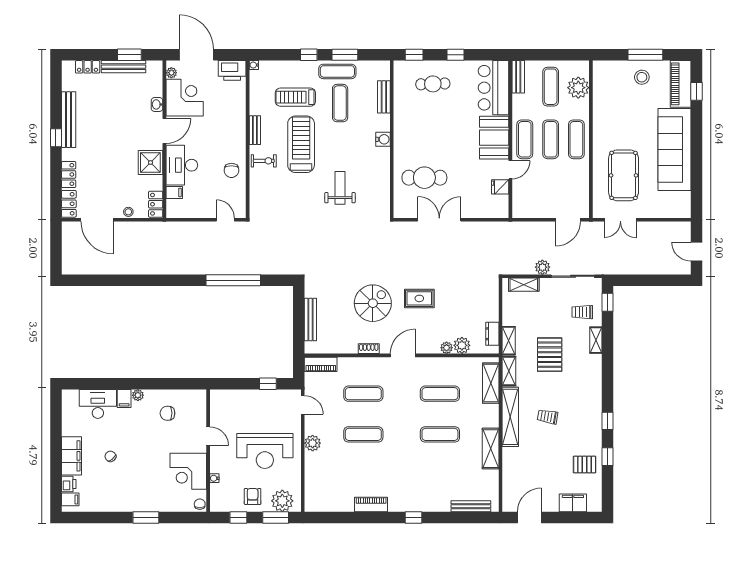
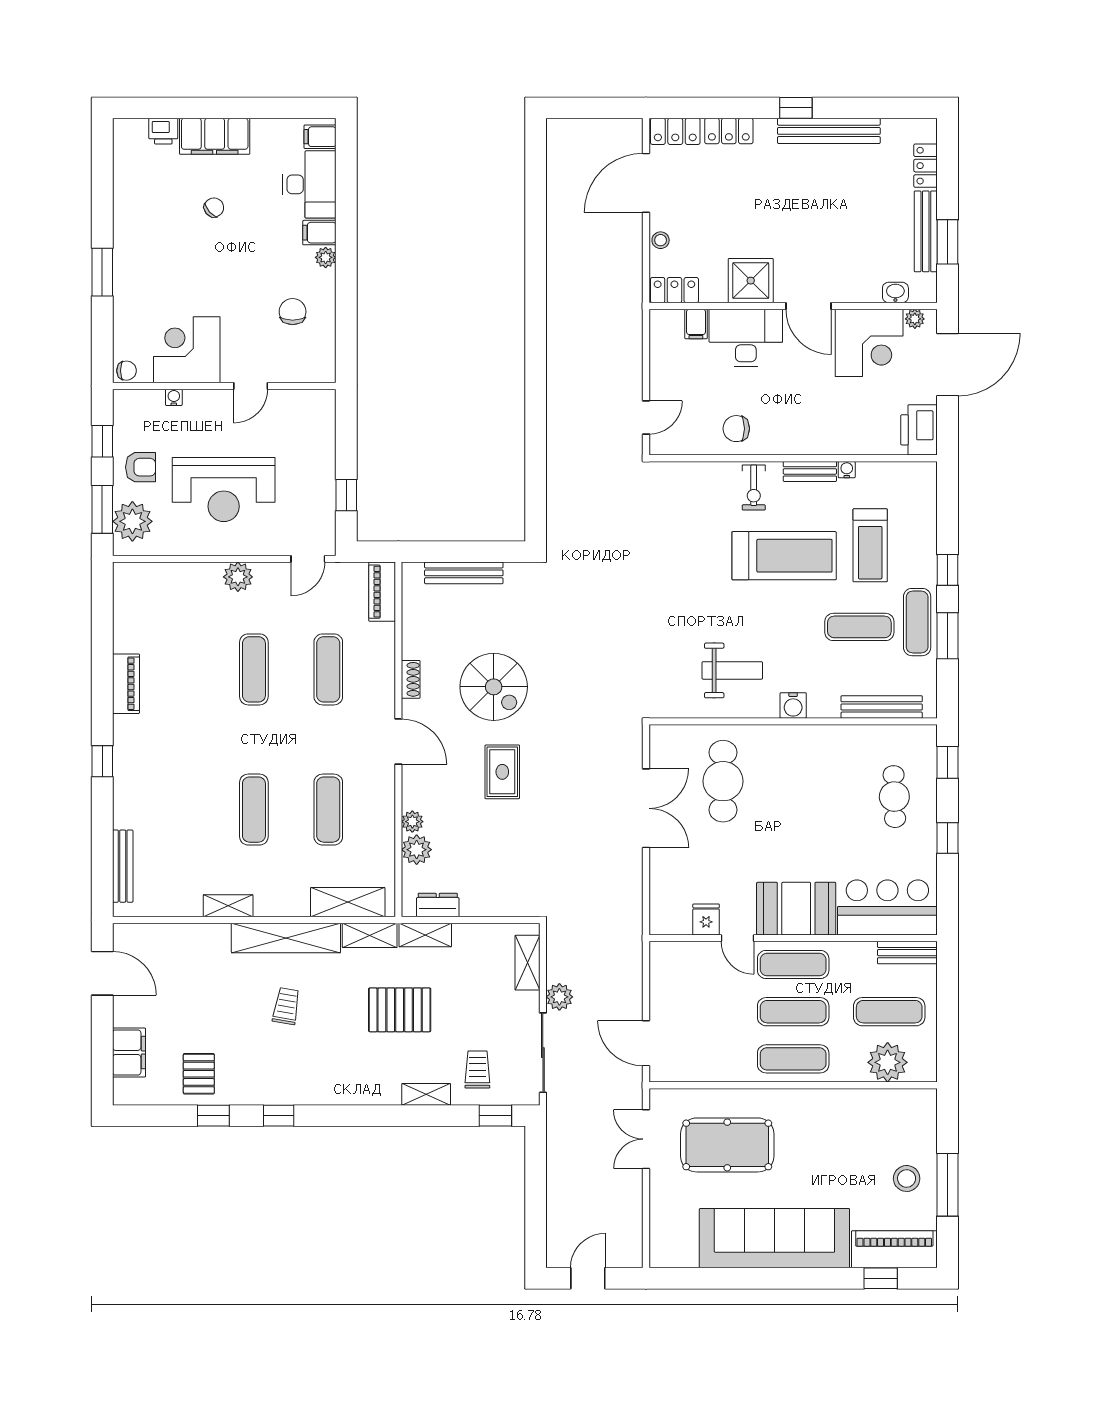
water cooler: (254, 65) -> (847, 470), moved
treadmill: (295, 97) -> (870, 545), turned 180
bench: (384, 97) -> (882, 707), width x1.36
washbasin: (157, 104) -> (895, 292), moved
weight bench: (340, 188) -> (732, 670), moved
window: (233, 280) -> (536, 432), removed
shelving: (491, 449) -> (228, 906), width x0.67, depth x0.75
reception desk: (265, 451) -> (224, 490), turned -90
filing cabinet: (70, 499) -> (320, 137), moved, turned 90

